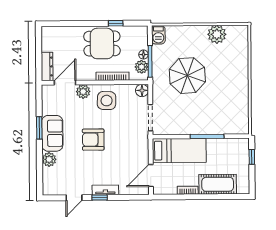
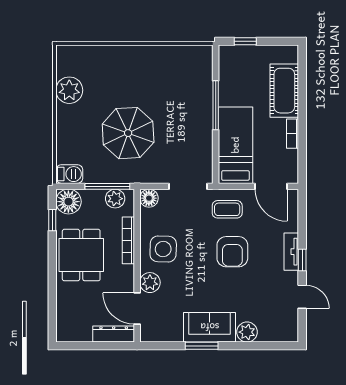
window: (116, 23) -> (52, 220), moved
floor lamp: (143, 55) -> (68, 202), moved, width x1.89, depth x1.89
armchair: (93, 140) -> (232, 252), moved
coffee table: (135, 145) -> (227, 209), added

